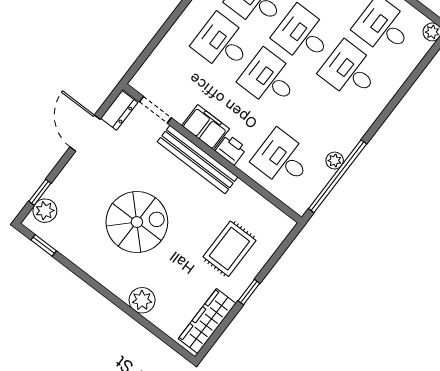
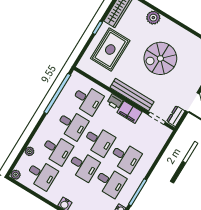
desk: (316, 115) -> (72, 125), added
plant: (335, 161) -> (30, 151), moved
rug: (229, 249) -> (110, 50), width x1.36, depth x1.43

